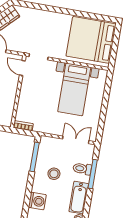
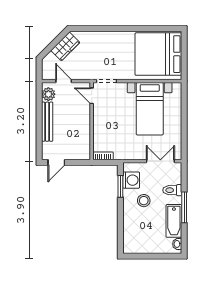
window: (35, 157) -> (120, 186), width x0.69
window: (93, 174) -> (184, 207), moved
washing machine: (37, 201) -> (131, 180), moved

